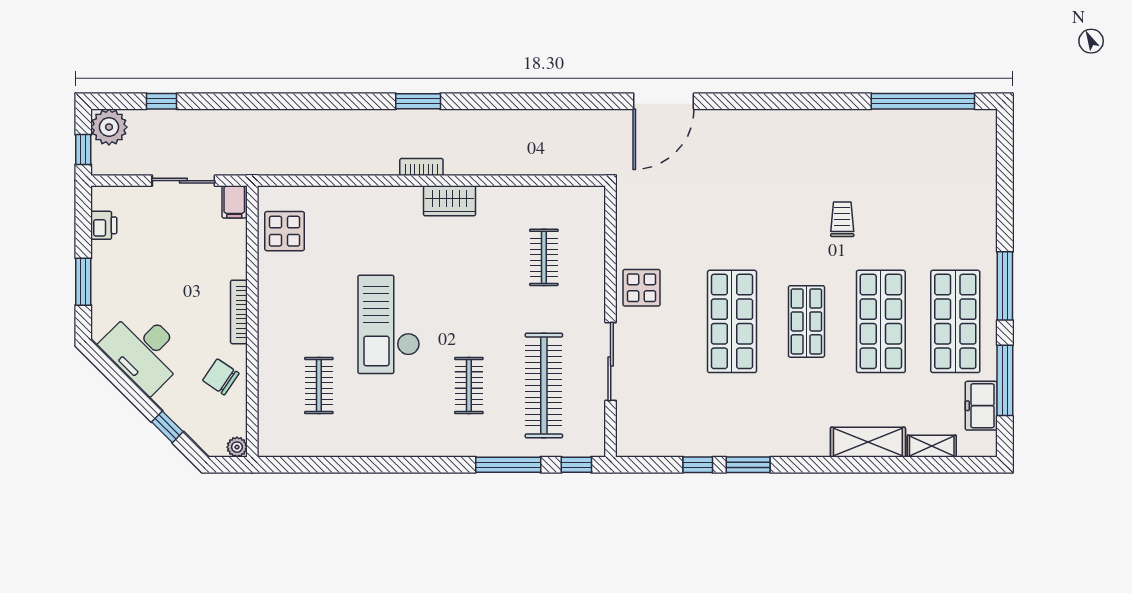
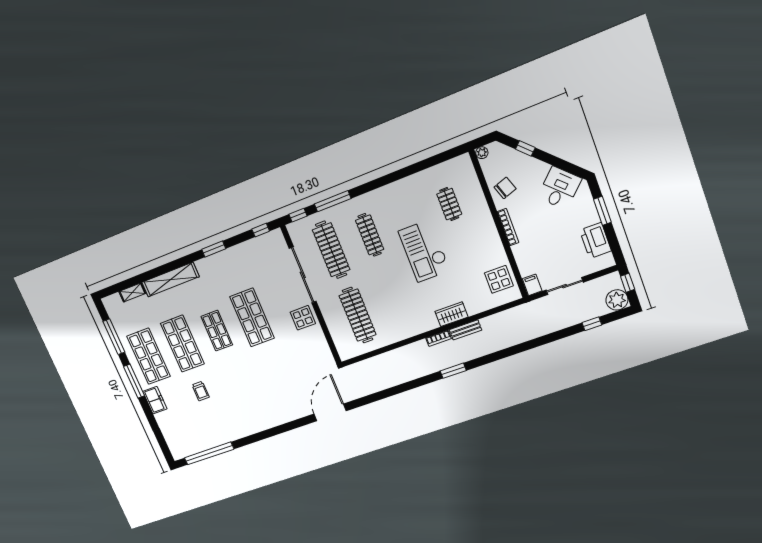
bench: (371, 165) -> (465, 330), added
wardrobe: (450, 201) -> (451, 314), moved
trolley: (842, 219) -> (201, 391), moved
printer: (104, 225) -> (595, 241), width x1.87, depth x1.48
clothes rail: (544, 257) -> (358, 315), width x1.86, depth x1.31
checkout: (389, 324) -> (424, 251), turned 180
desk: (144, 351) -> (559, 188), width x0.73
sliding door: (611, 362) -> (303, 275), width x1.36
chair: (221, 377) -> (505, 188), turned -53
clothes rail: (469, 385) -> (370, 235), width x1.36
freezer: (981, 406) -> (155, 400), moved
shelving: (868, 442) -> (170, 279), width x1.47
window: (698, 465) -> (261, 230), moved

